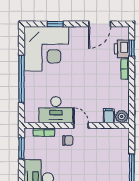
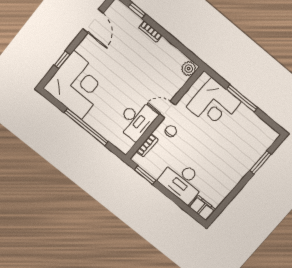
printer: (122, 49) -> (130, 20), removed
filing cabinet: (109, 116) -> (179, 79), removed
corner desk: (111, 155) -> (214, 104), added

